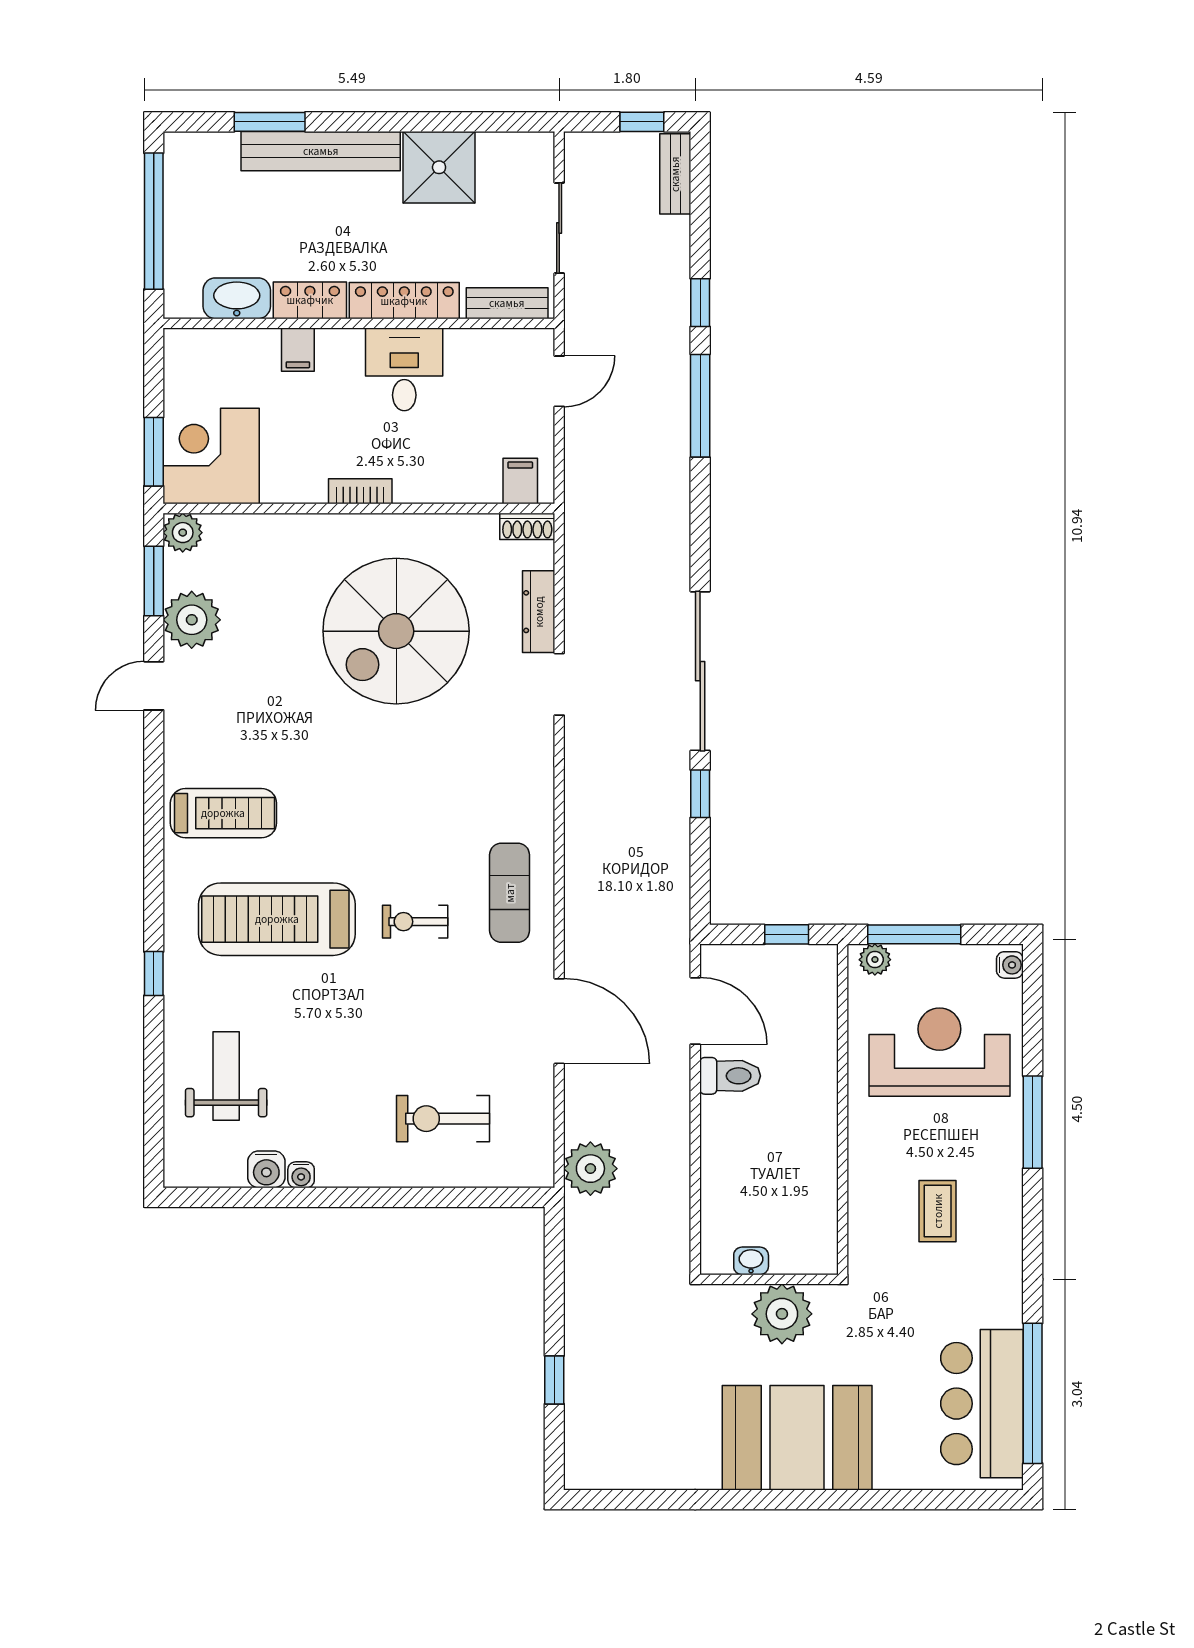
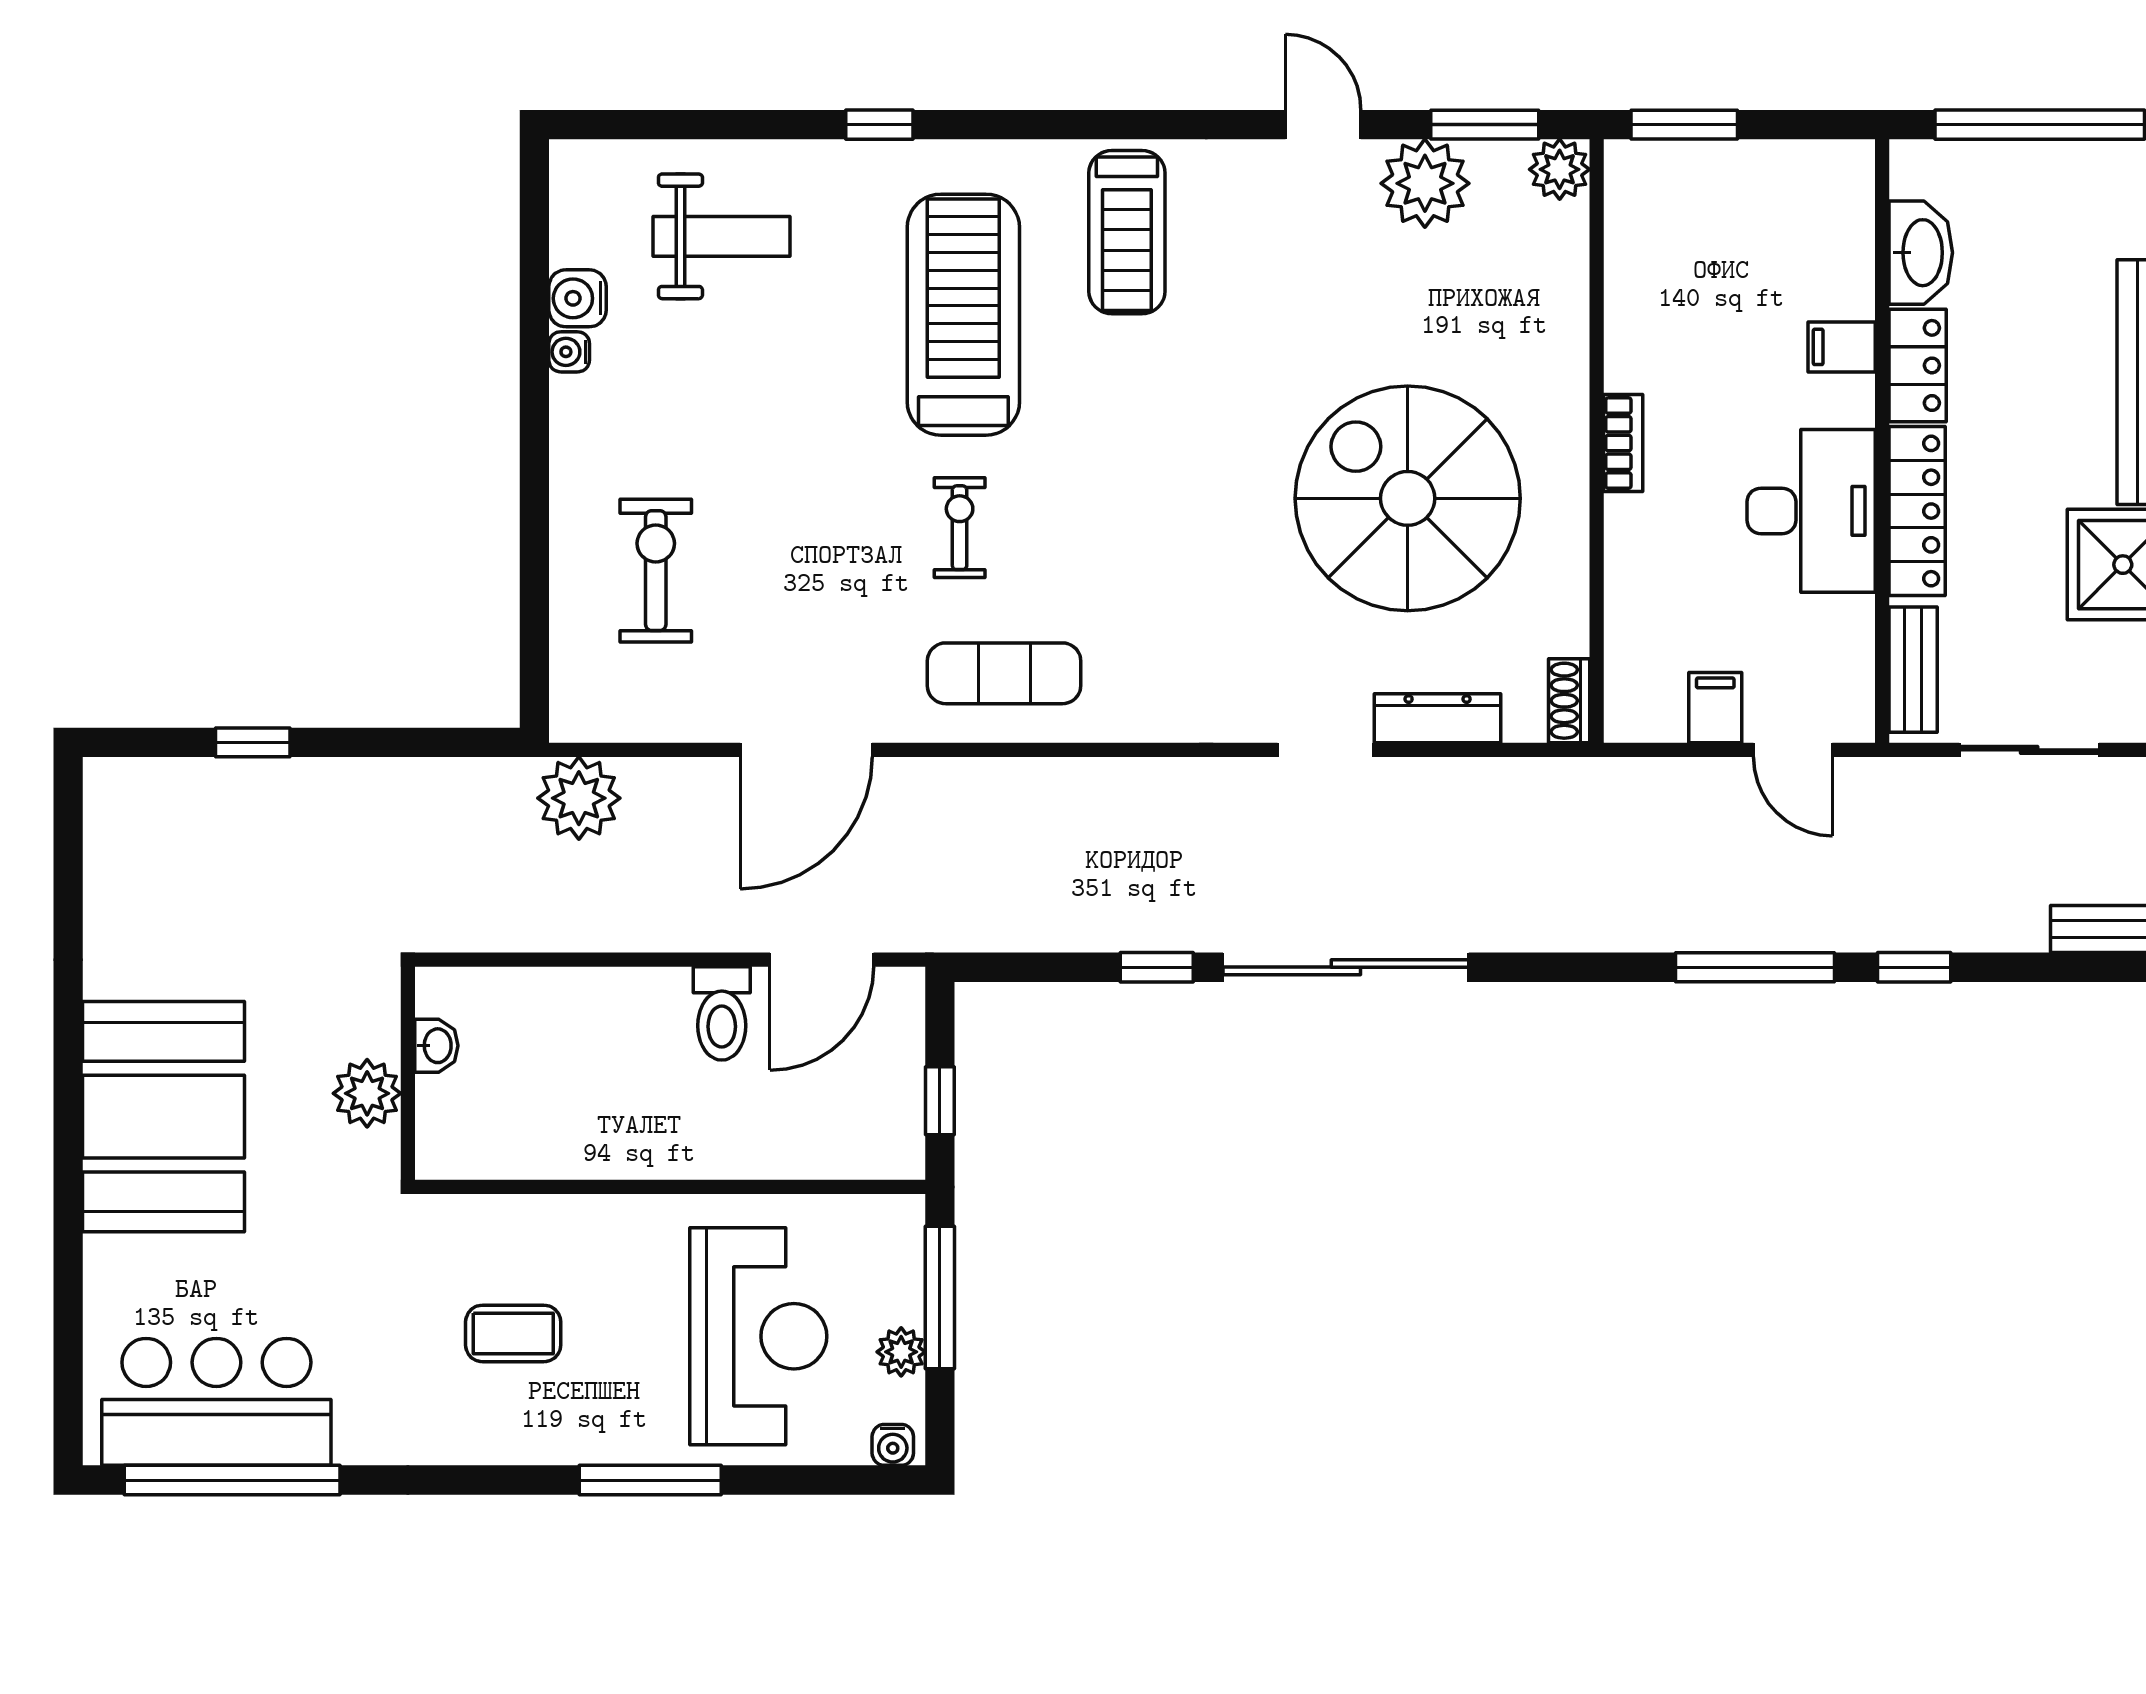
desk: (404, 369) -> (1811, 511), width x1.37
corner desk: (211, 456) -> (1678, 213), removed
filing cabinet: (520, 481) -> (1715, 708), moved, turned -90
plant: (875, 960) -> (901, 1352), moved
plant: (782, 1314) -> (367, 1093), width x0.73, depth x0.73

